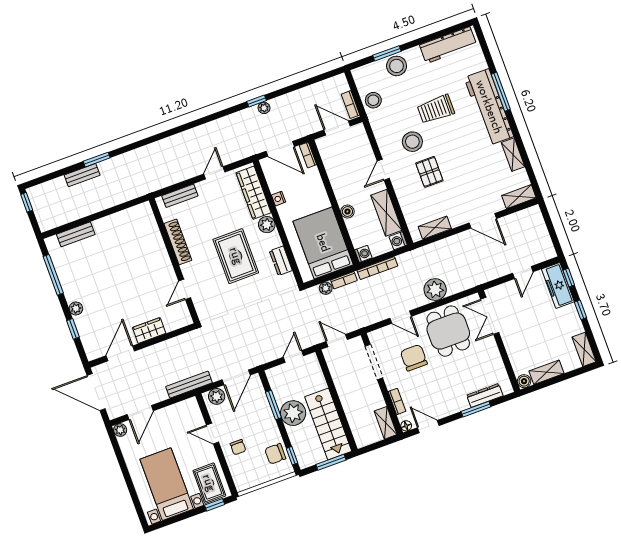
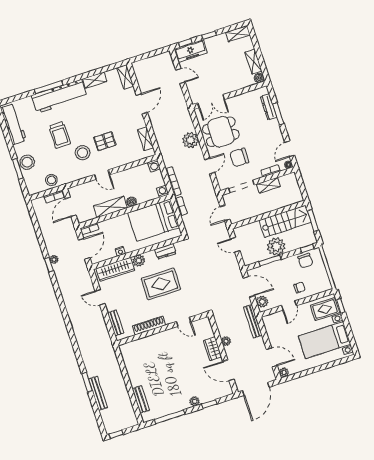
bench: (82, 175) -> (98, 393), width x1.36
shelving: (386, 213) -> (110, 207), moved
plant: (326, 288) -> (226, 341), moved
shelving: (386, 423) -> (268, 185), moved

